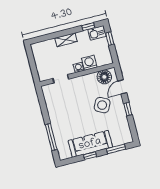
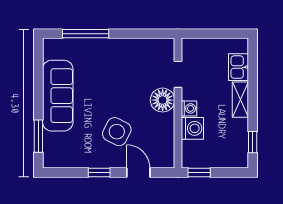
kitchen sink: (97, 33) -> (239, 67), moved
window: (110, 39) -> (199, 172), moved
floor lamp: (104, 77) -> (163, 100), moved
window: (90, 156) -> (38, 90), removed

